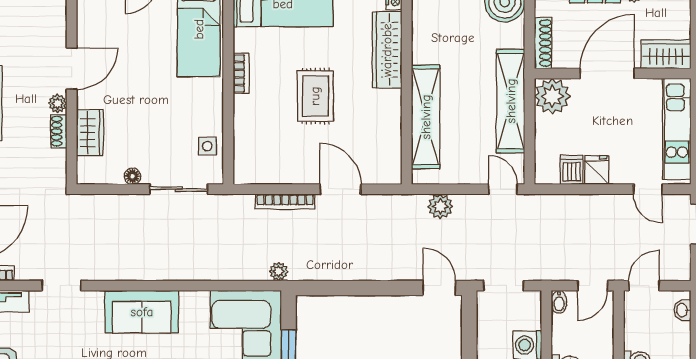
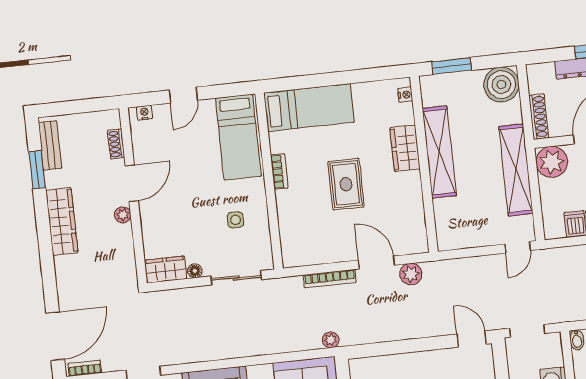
wardrobe: (387, 50) -> (405, 148), width x0.67
shelving: (426, 117) -> (439, 152), moved
shoe rack: (59, 131) -> (116, 144), moved
wardrobe: (90, 133) -> (166, 270), moved, turned -90
side table: (207, 146) -> (235, 220), moved
door: (503, 189) -> (518, 247), swing flipped
plant: (440, 207) -> (411, 274), moved

